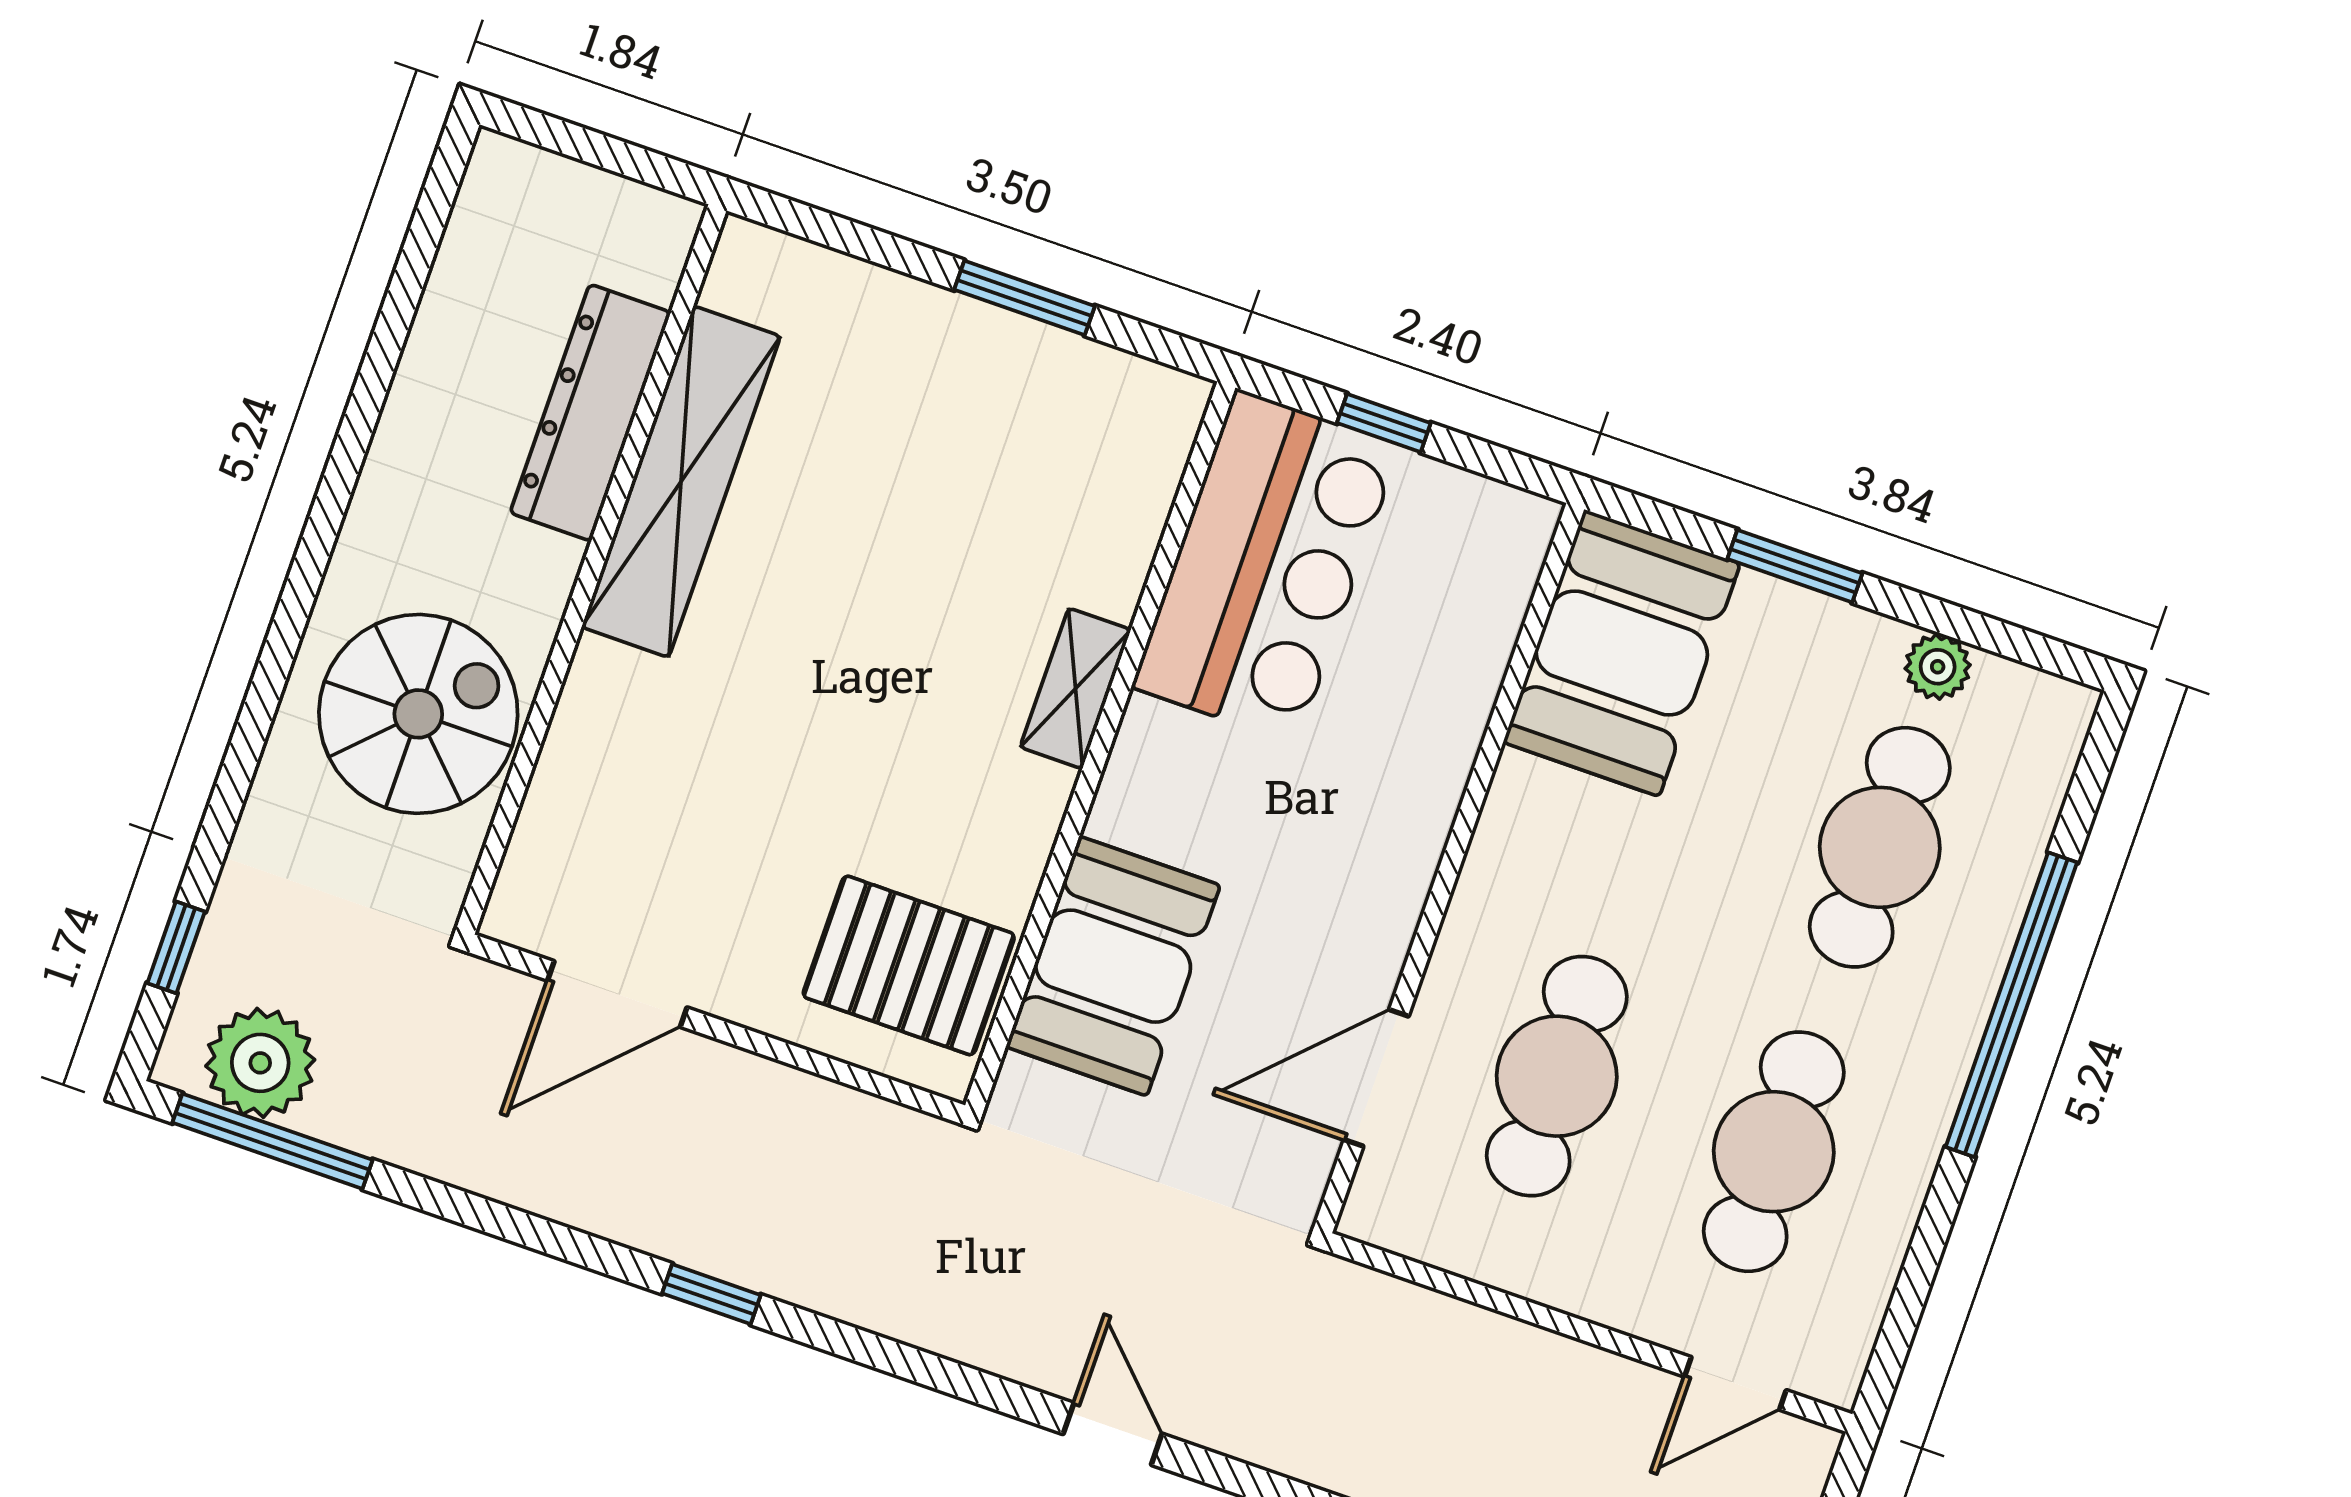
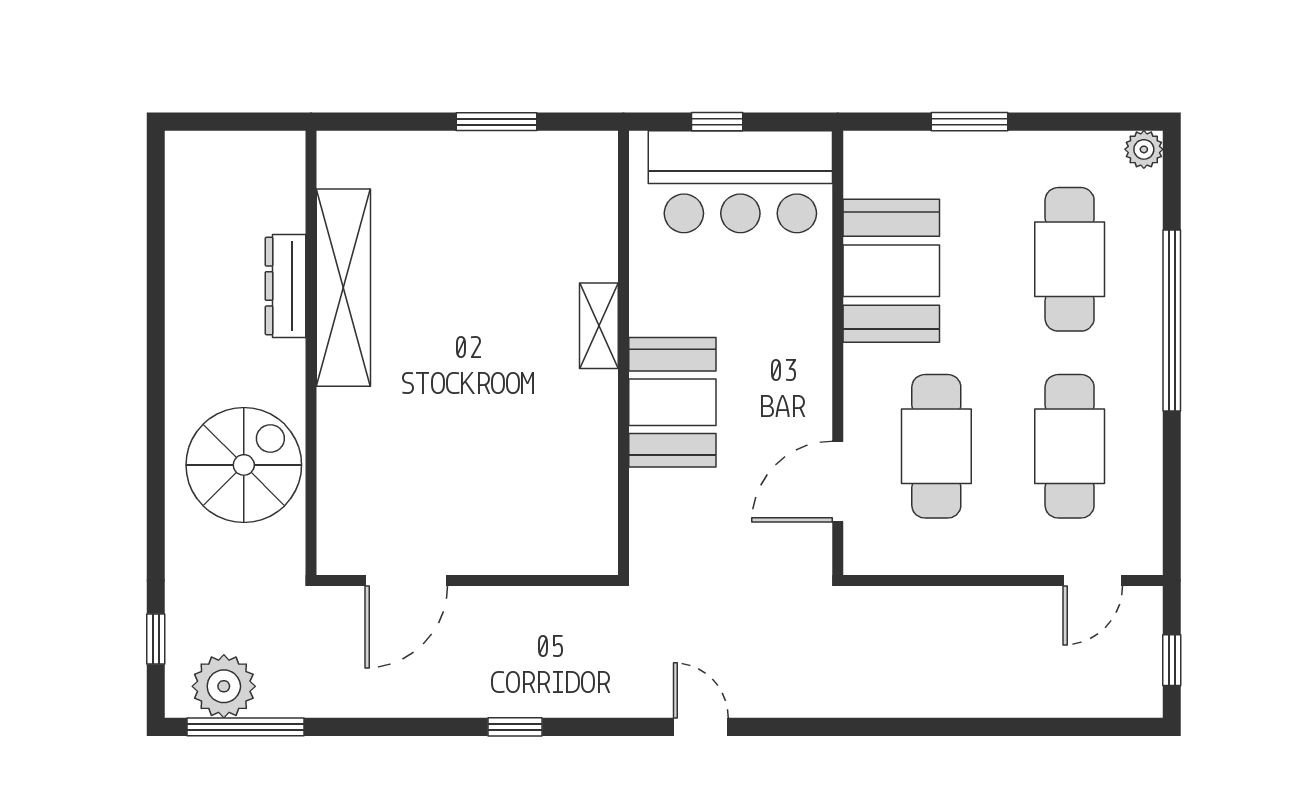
dresser: (590, 413) -> (286, 286), width x0.73, depth x0.80
bar counter: (1266, 566) -> (740, 182), moved, turned 90
booth: (1622, 653) -> (891, 271), moved
plant: (1938, 667) -> (1144, 149), moved
pallet: (909, 965) -> (560, 509), removed
booth: (1113, 966) -> (672, 402), moved
door: (1113, 1434) -> (701, 727), moved

